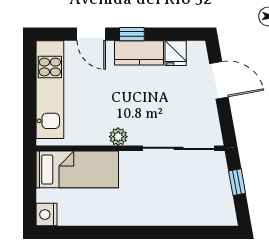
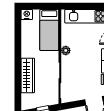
wardrobe: (168, 212) -> (28, 75), added

